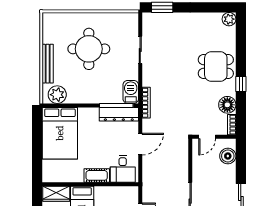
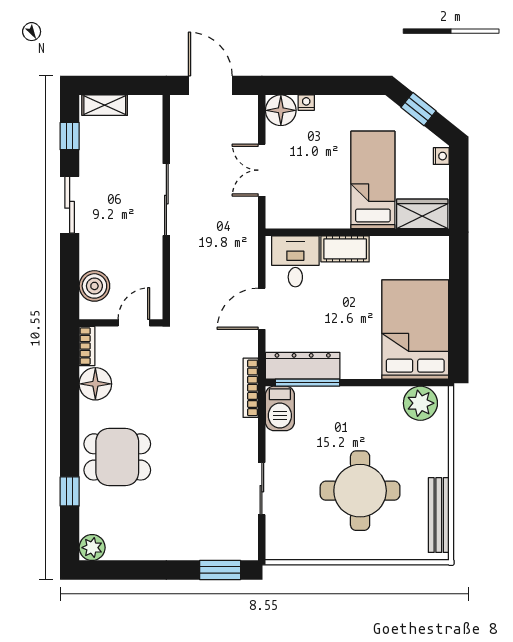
bench: (48, 64) -> (439, 515), moved
window: (241, 84) -> (70, 491), moved

